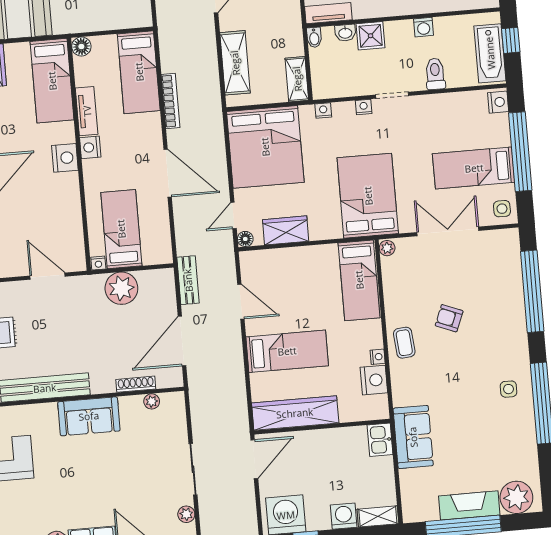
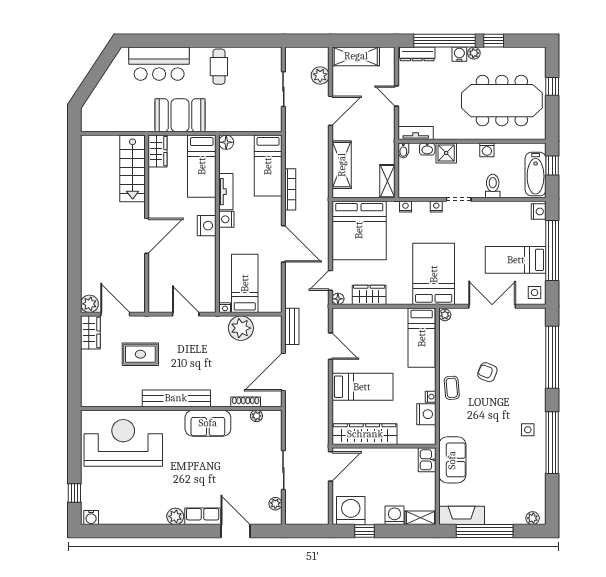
plant: (516, 497) -> (533, 518), width x0.53, depth x0.53
fireplace: (469, 505) -> (462, 515), moved

